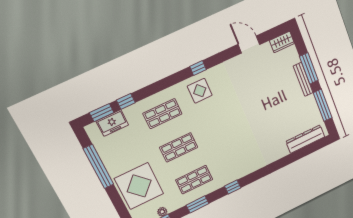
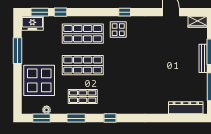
shop shelf: (162, 114) -> (83, 34), width x1.43, depth x1.36
freezer: (112, 123) -> (32, 23), moved
shop shelf: (179, 147) -> (83, 65), width x1.43, depth x1.36
window: (99, 167) -> (18, 51), width x0.68

